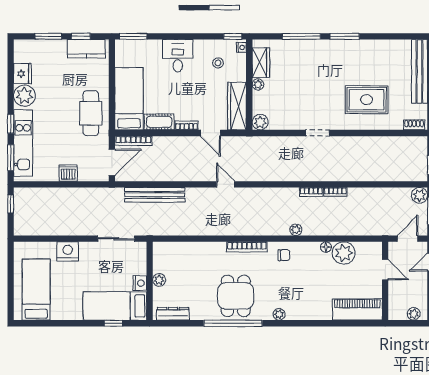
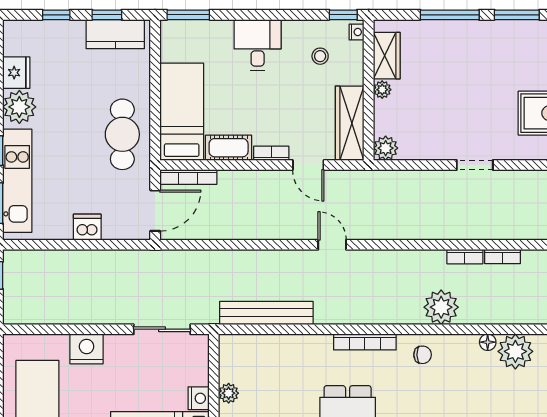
window: (48, 36) -> (56, 15), width x0.67
bench: (155, 195) -> (266, 313), moved
plant: (296, 230) -> (441, 307), width x1.88, depth x1.88

